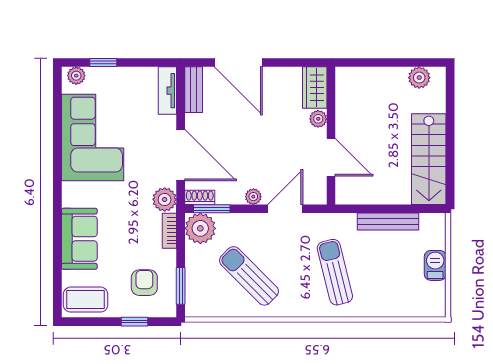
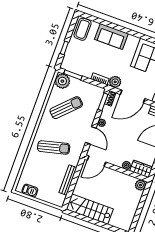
plant: (419, 78) -> (140, 185), moved
door: (331, 157) -> (97, 161), moved
plant: (200, 228) -> (62, 81), moved
barbecue: (435, 265) -> (30, 191), moved
armchair: (144, 283) -> (81, 59), removed

